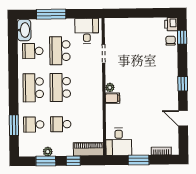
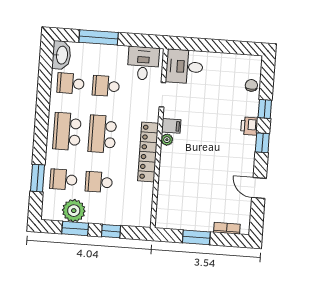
printer: (171, 24) -> (249, 126), moved
window: (182, 37) -> (265, 109), moved
school desk: (60, 51) -> (106, 86), width x0.54
locker: (96, 98) -> (148, 152), added
filing cabinet: (113, 98) -> (171, 126), moved
desk: (119, 142) -> (184, 67), moved, turned 90
piano: (88, 149) -> (132, 218), removed
plant: (48, 152) -> (74, 211), width x1.88, depth x1.88

